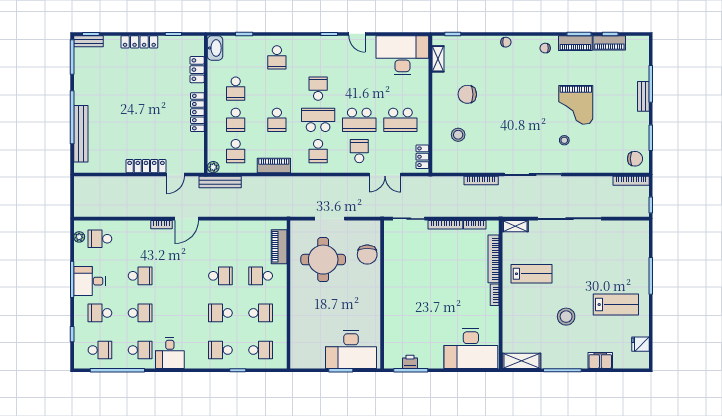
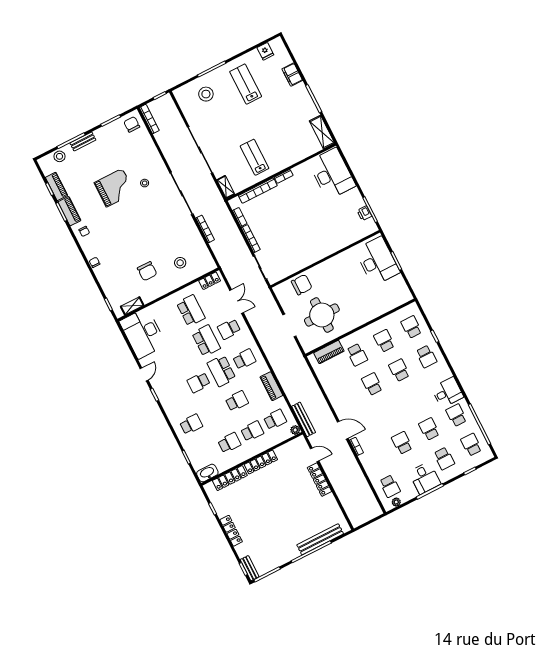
stool: (640, 63) -> (60, 156), added
locker: (197, 70) -> (230, 478), width x1.53
school desk: (220, 313) -> (399, 370), turned 180
stool: (566, 317) -> (206, 94), moved

